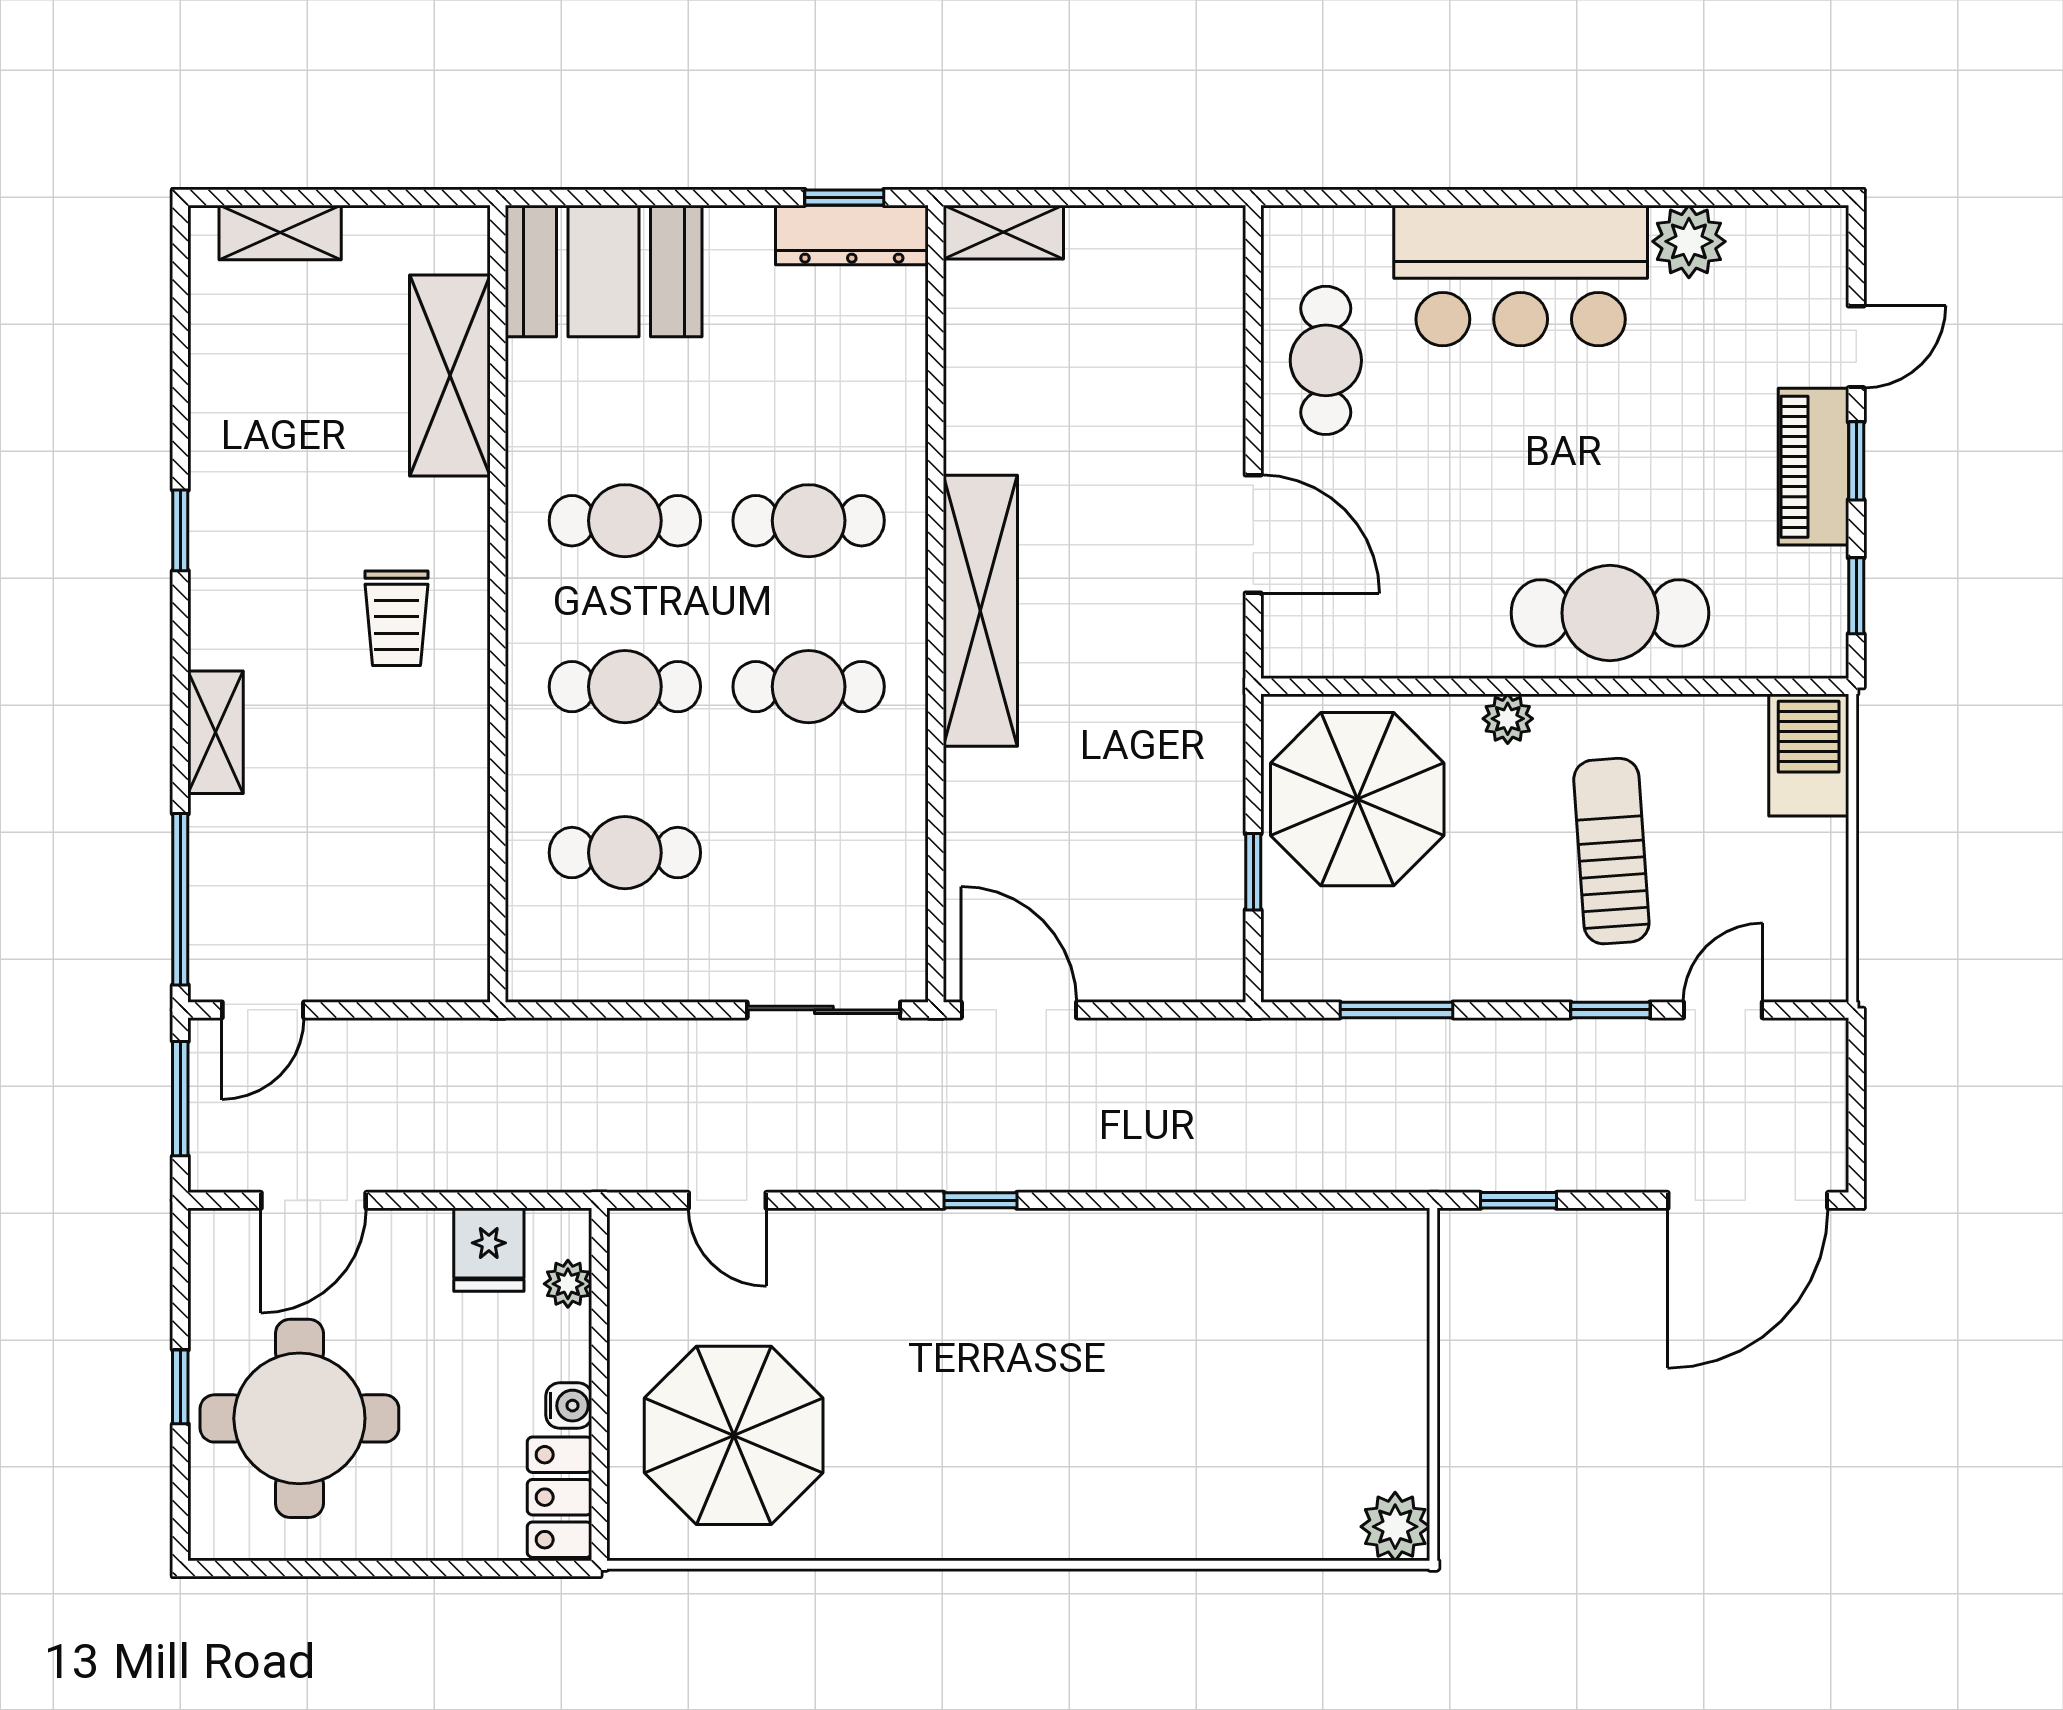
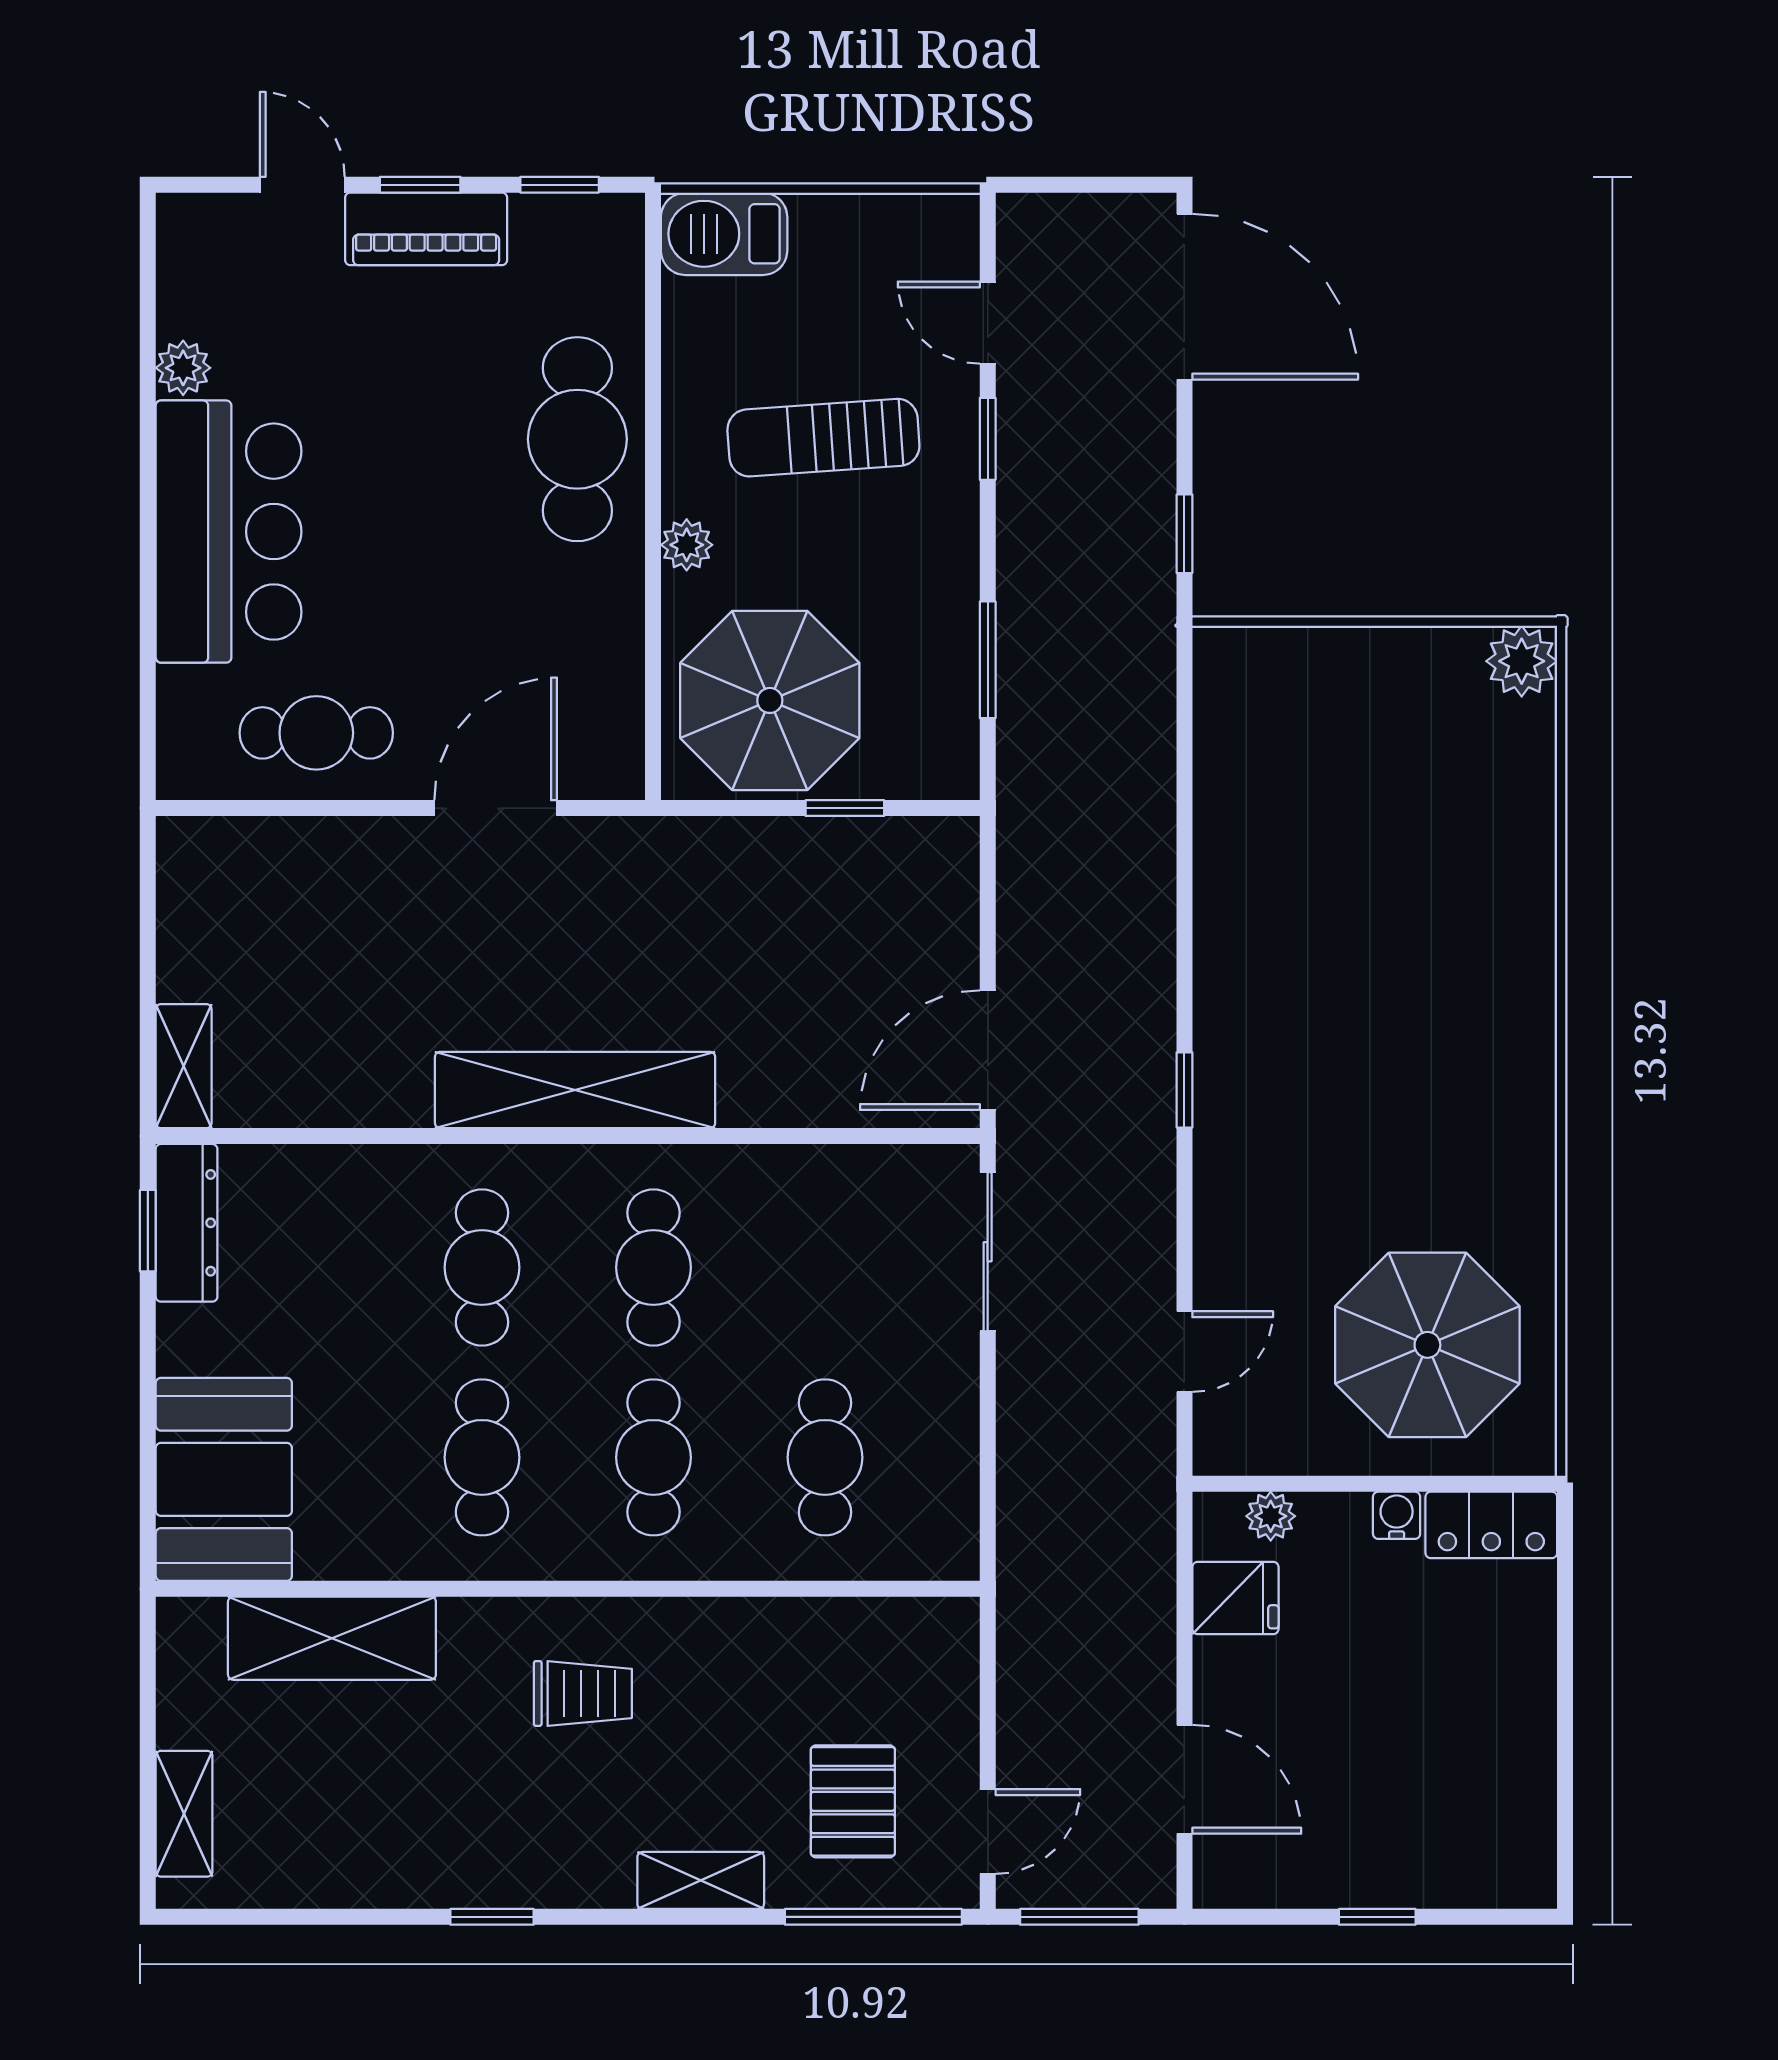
plant: (1689, 241) -> (183, 368), width x0.73, depth x0.73
pallet: (292, 879) -> (853, 1801), added
door: (263, 1010) -> (988, 1831), hinge flipped
round table: (299, 1418) -> (1410, 1794), removed

